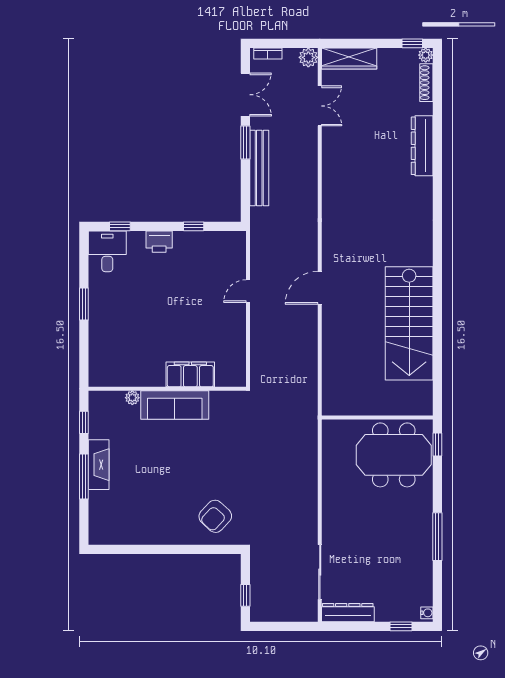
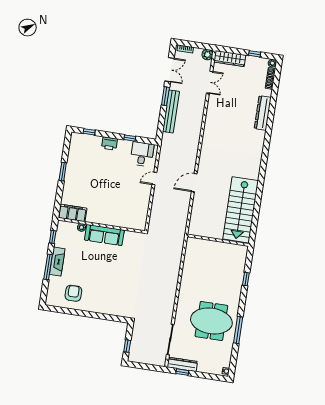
window: (412, 43) -> (255, 54), moved
desk: (107, 251) -> (142, 154), moved
filing cabinet: (190, 374) -> (72, 213), moved
wall: (377, 417) -> (218, 240), moved
meeting table: (394, 455) -> (211, 321), moved
armchair: (215, 516) -> (73, 293), moved, turned 137
window: (401, 626) -> (182, 372), moved

